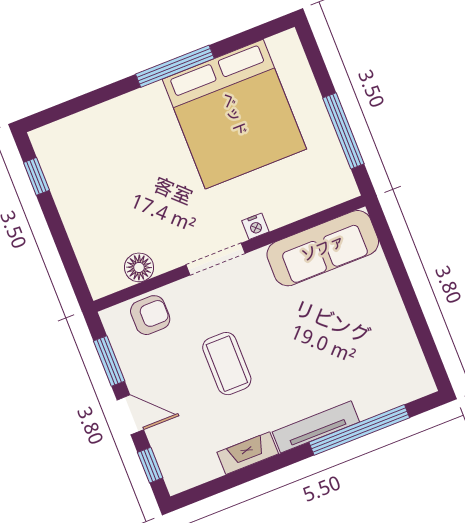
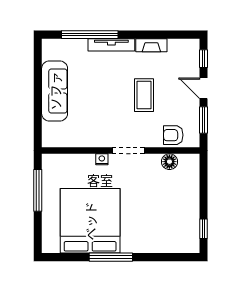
sofa: (323, 248) -> (55, 91), moved, turned 90

